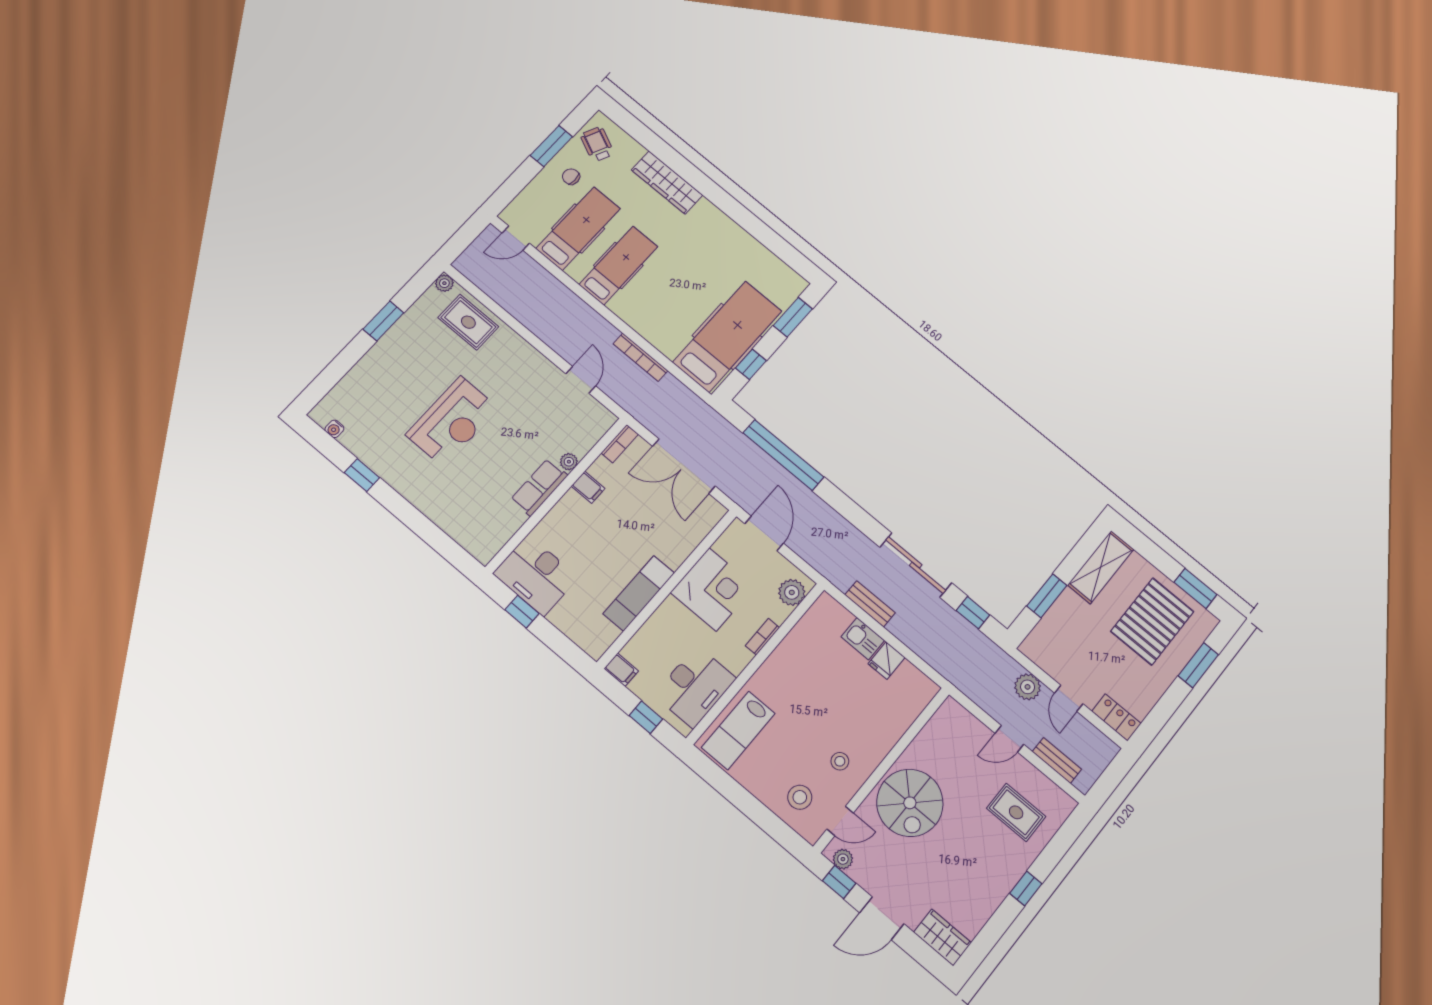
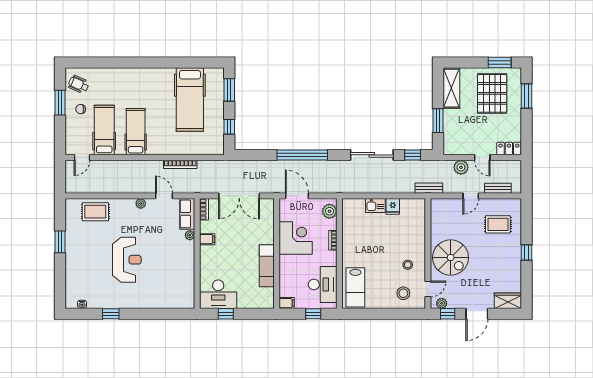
wardrobe: (667, 183) -> (124, 76), removed
plant: (444, 283) -> (141, 203), moved
hospital bed: (727, 337) -> (190, 100), moved, turned 180
window: (783, 455) -> (302, 155), moved
row of seats: (539, 487) -> (187, 214), moved
bench: (870, 604) -> (429, 188), moved

